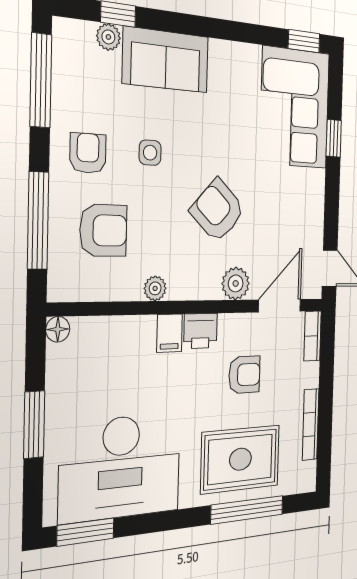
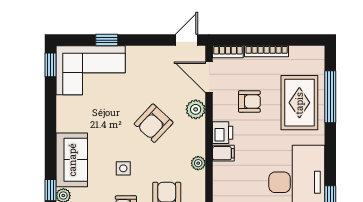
armchair: (244, 375) -> (249, 101), turned 90
bookcase: (311, 424) -> (267, 51), moved

